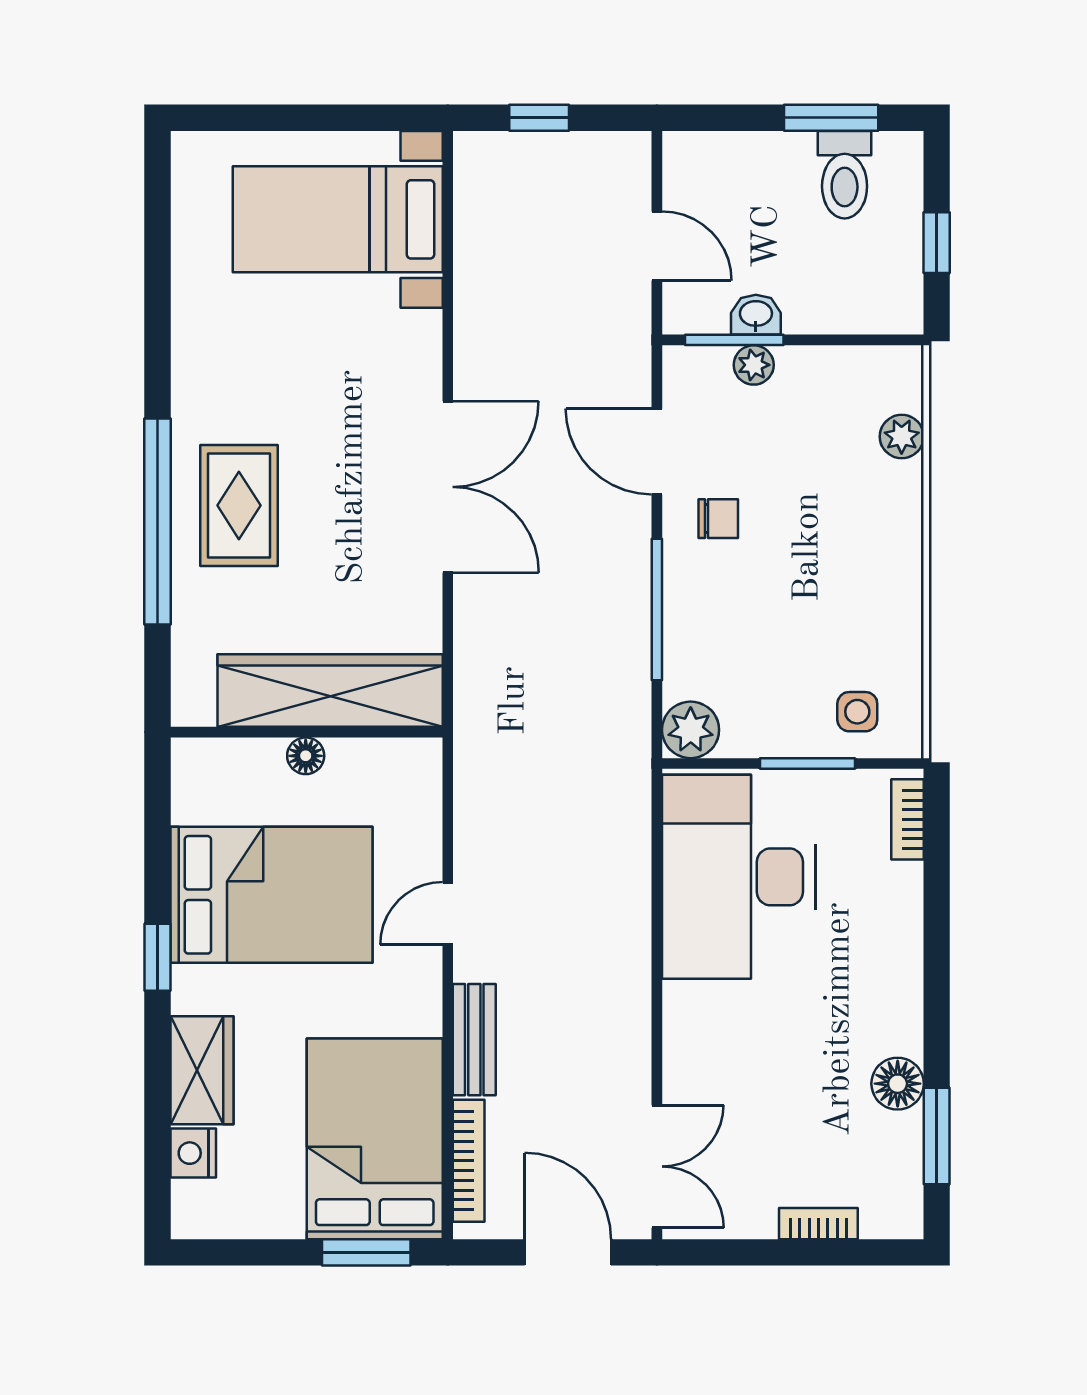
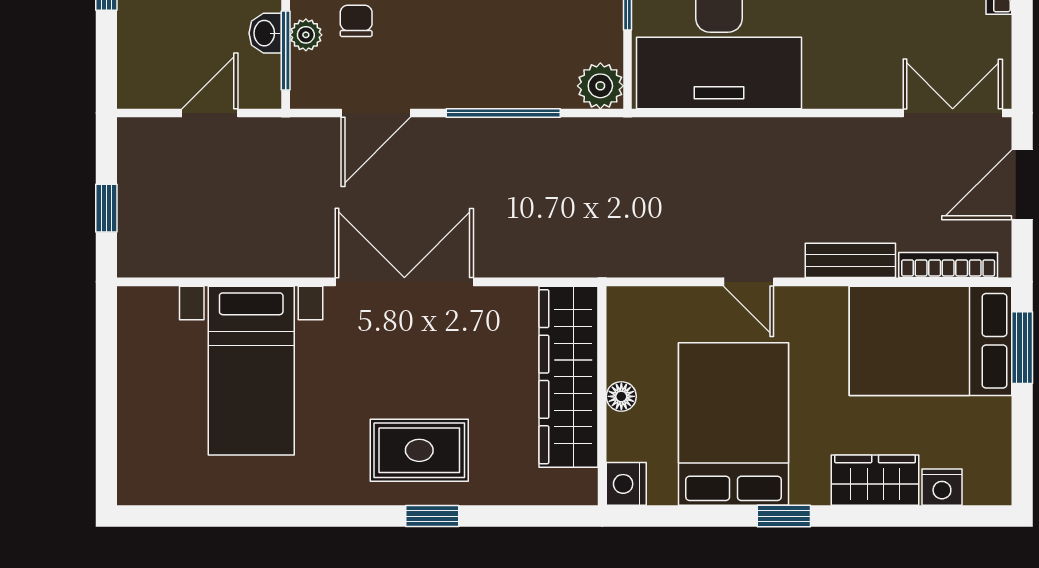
bed with nightstands: (338, 219) -> (251, 371), moved
chair: (718, 519) -> (356, 21), moved
window: (158, 522) -> (432, 516), width x0.32
nightstand: (197, 762) -> (626, 484), added

